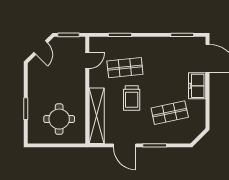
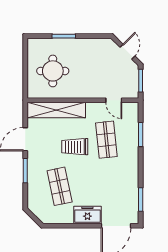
door: (41, 48) -> (127, 52), swing flipped

